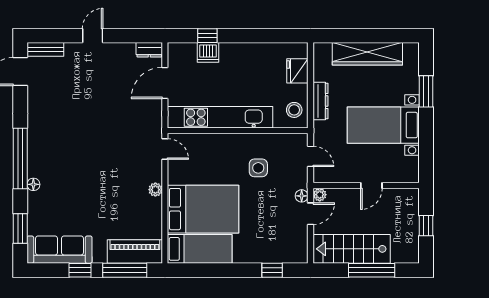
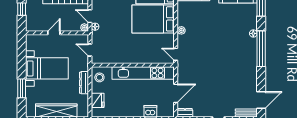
side table: (258, 168) -> (121, 43), removed
door: (310, 214) -> (90, 16), hinge flipped

